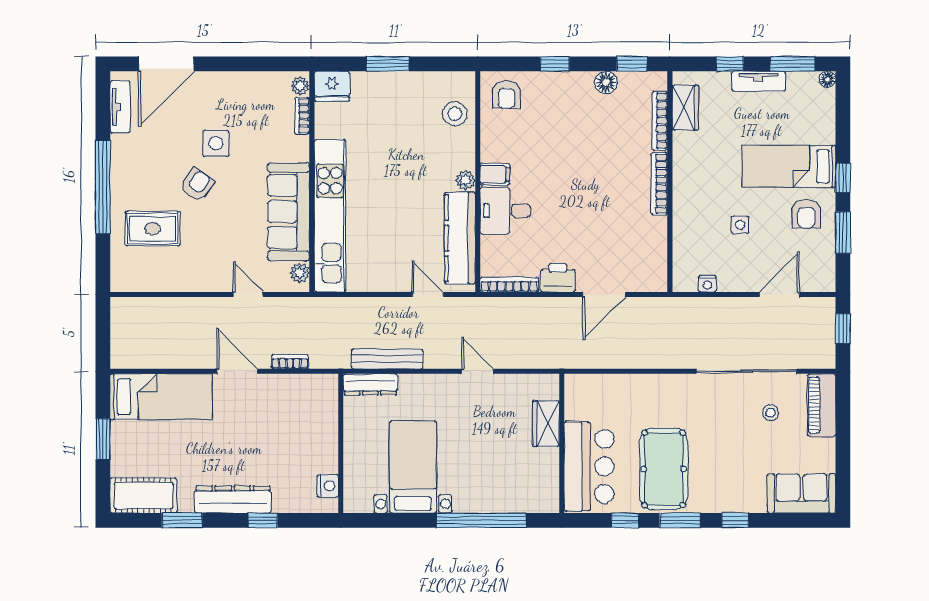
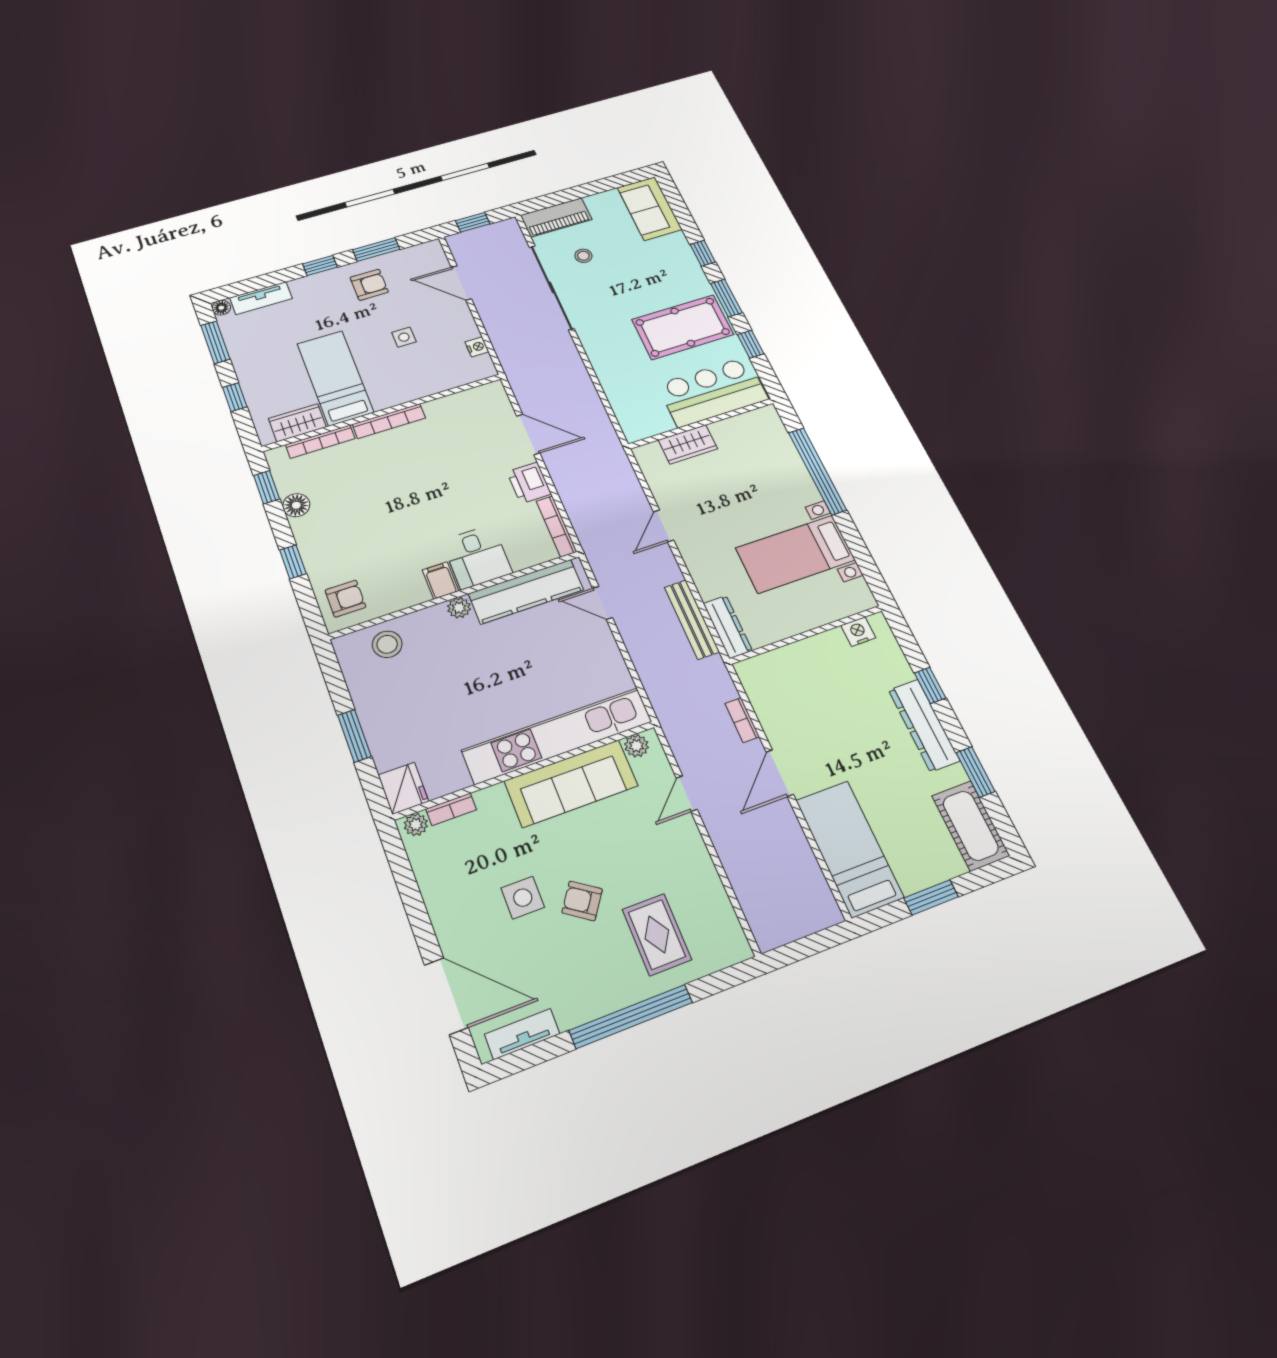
tv unit: (759, 81) -> (261, 298), moved, turned 90
bed: (789, 166) -> (335, 378), moved, turned 180
door: (428, 294) -> (603, 603), hinge flipped

